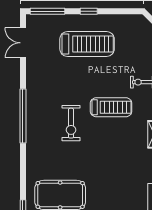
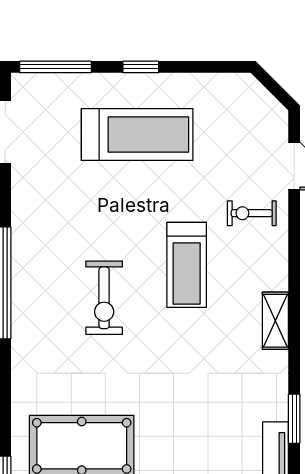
treadmill: (111, 107) -> (187, 265), turned 90

